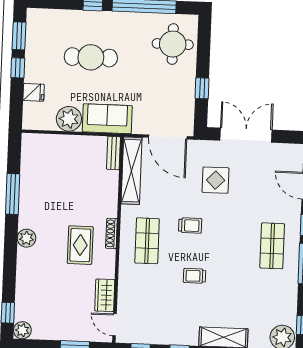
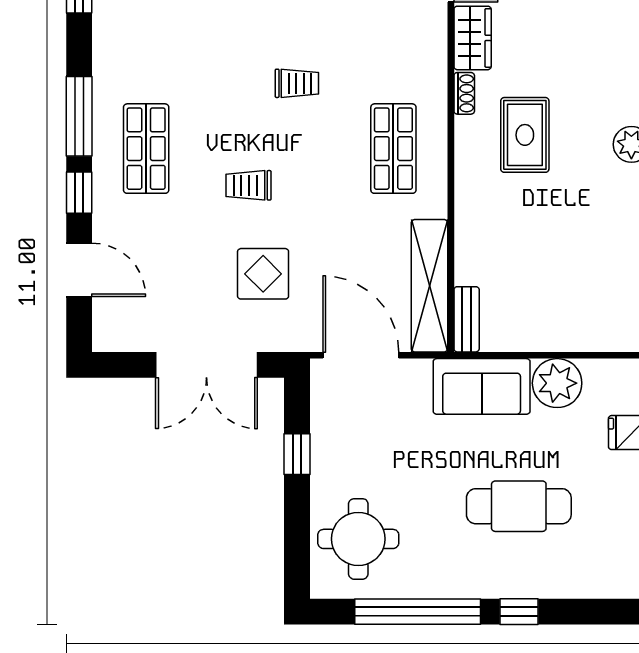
trolley: (190, 226) -> (248, 185), moved
shoe rack: (111, 233) -> (464, 93), moved, width x0.70

